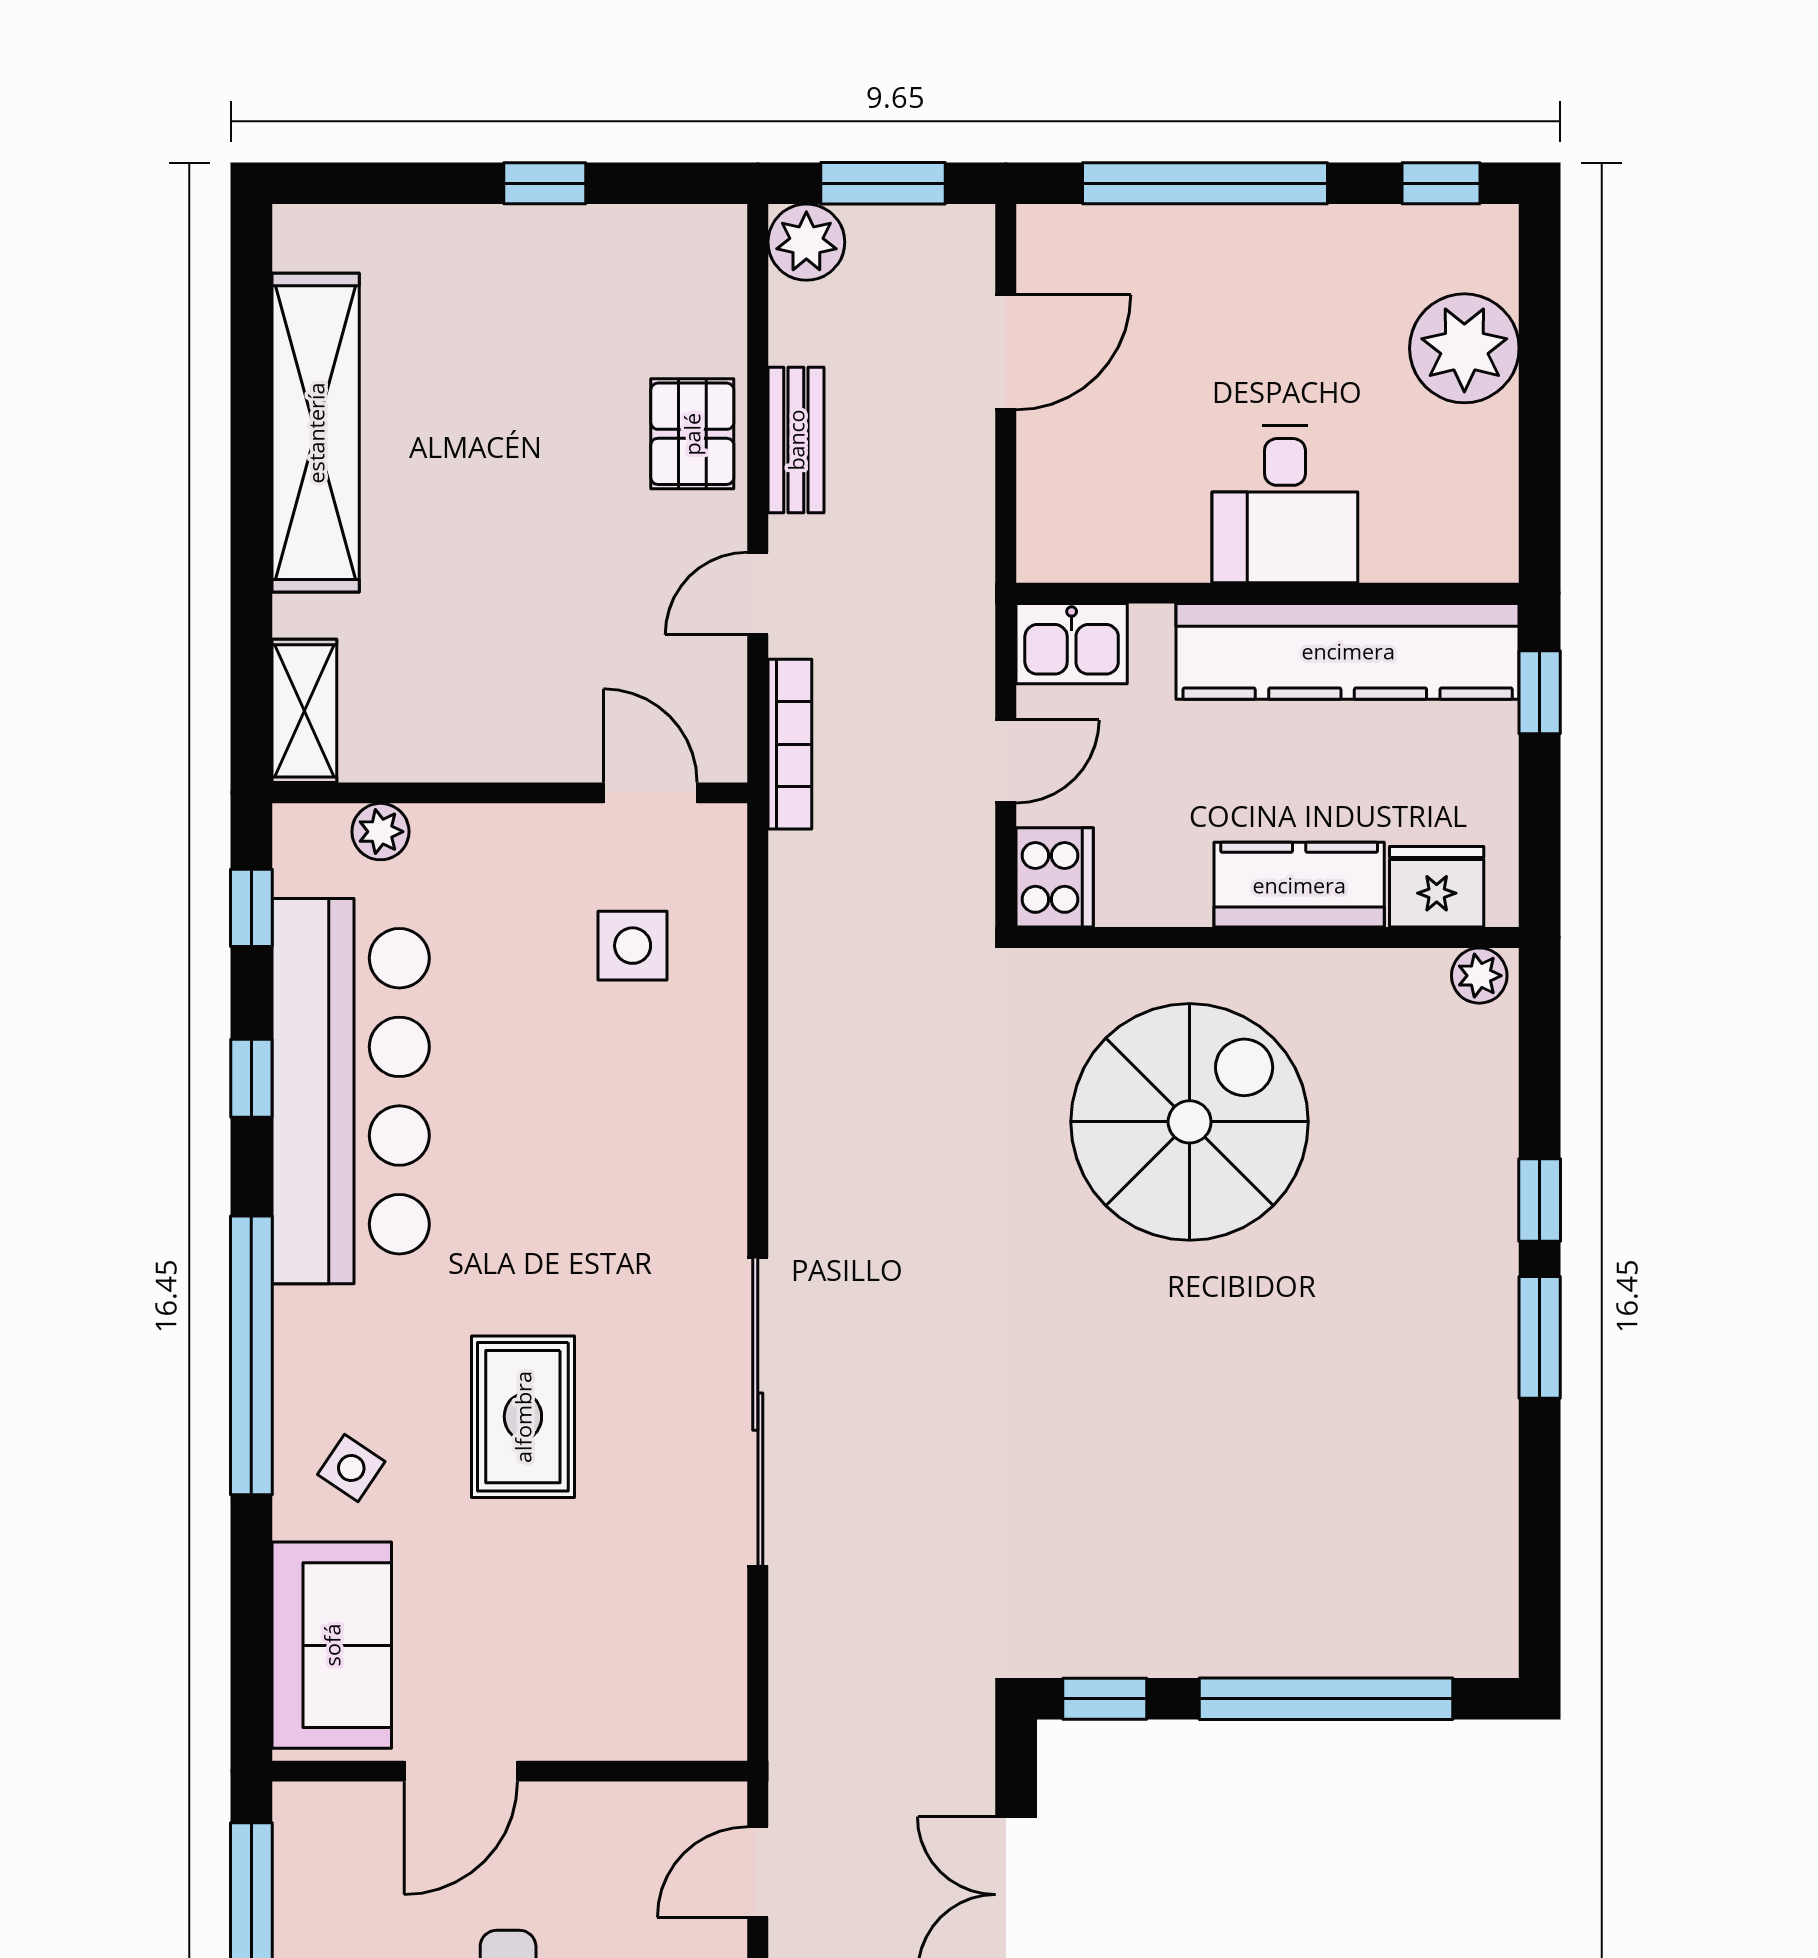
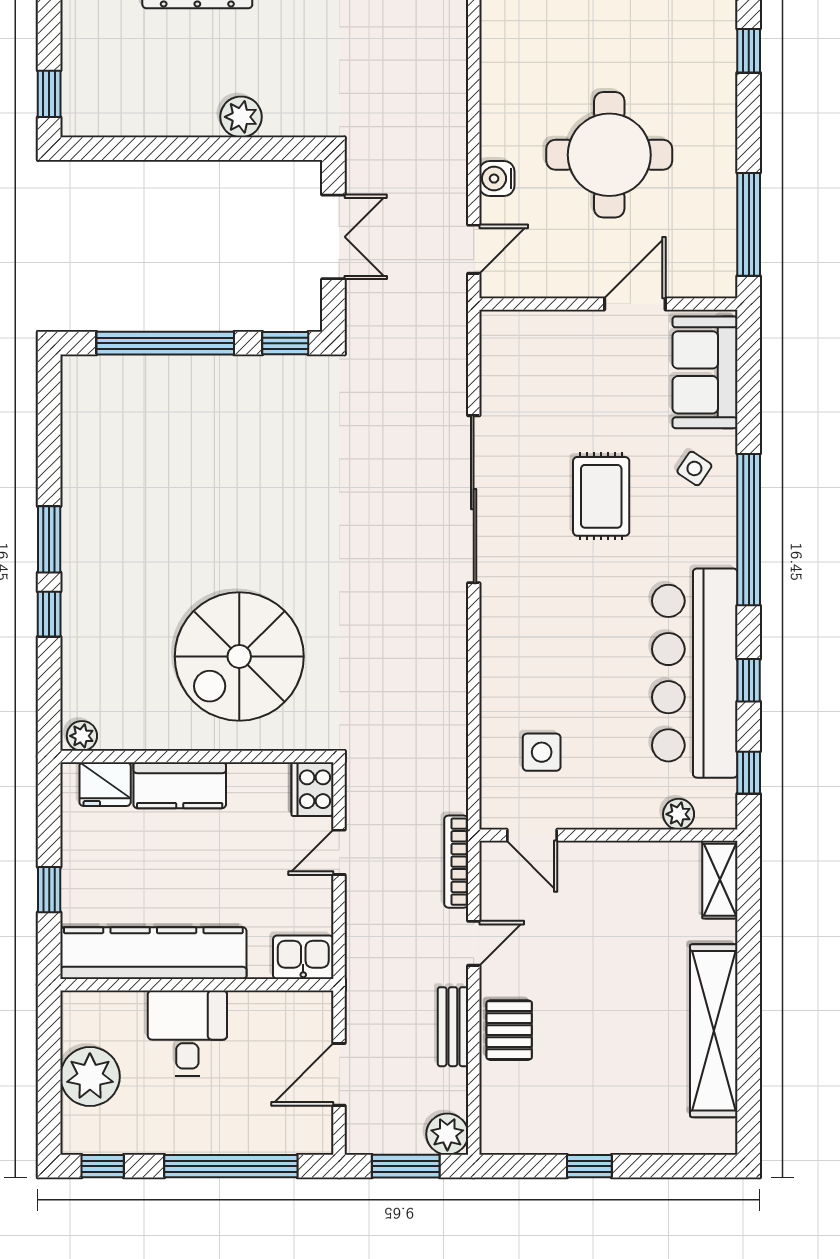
desk: (1285, 504) -> (187, 1033), moved
wall: (1268, 593) -> (197, 985), moved
kitchen sink: (1072, 644) -> (303, 957), moved
kitchen counter: (1348, 651) -> (153, 953), moved

